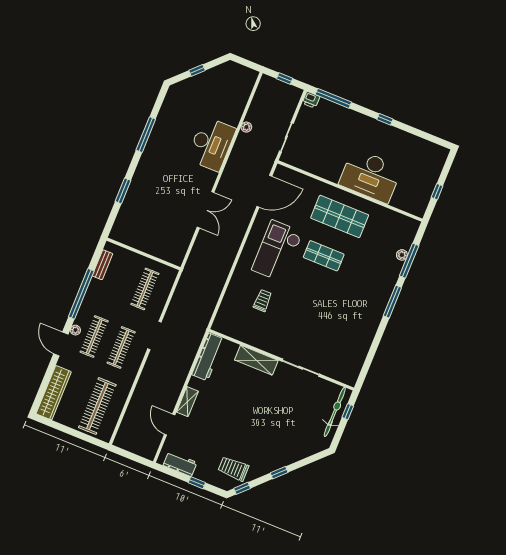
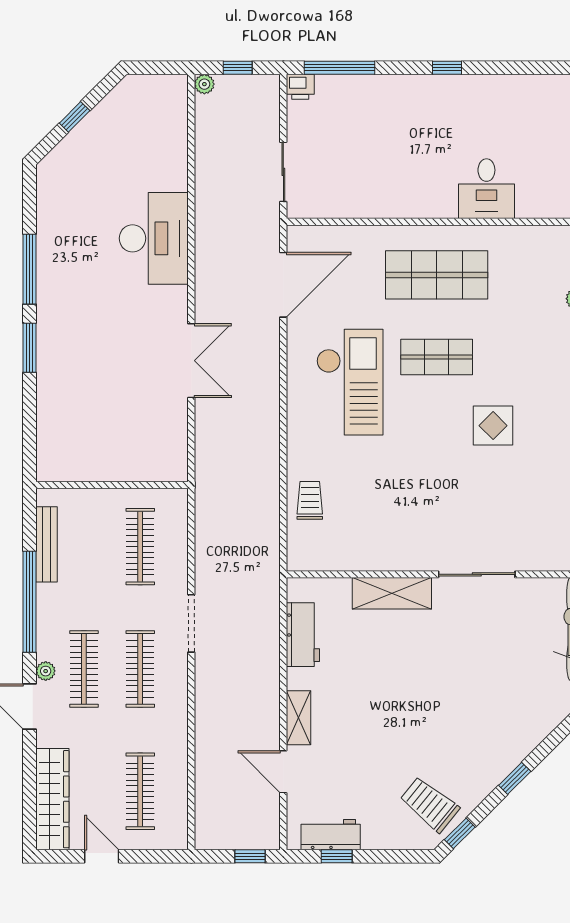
plant: (246, 127) -> (204, 84), moved
desk: (370, 176) -> (486, 189), width x0.53, depth x0.77
window: (123, 191) -> (30, 348), moved
checkout: (277, 251) -> (350, 382), turned 180
bench: (102, 265) -> (47, 544), width x1.36
trolley: (263, 300) -> (310, 500), moved
display table: (337, 300) -> (493, 426), added
workbench: (208, 357) -> (303, 635), width x0.73
clothes rail: (97, 406) -> (140, 791), width x0.73, depth x0.76
door: (66, 430) -> (102, 856), added
window: (137, 459) -> (250, 856), added
trolley: (233, 469) -> (430, 804), turned 39
window: (197, 483) -> (337, 856), moved

